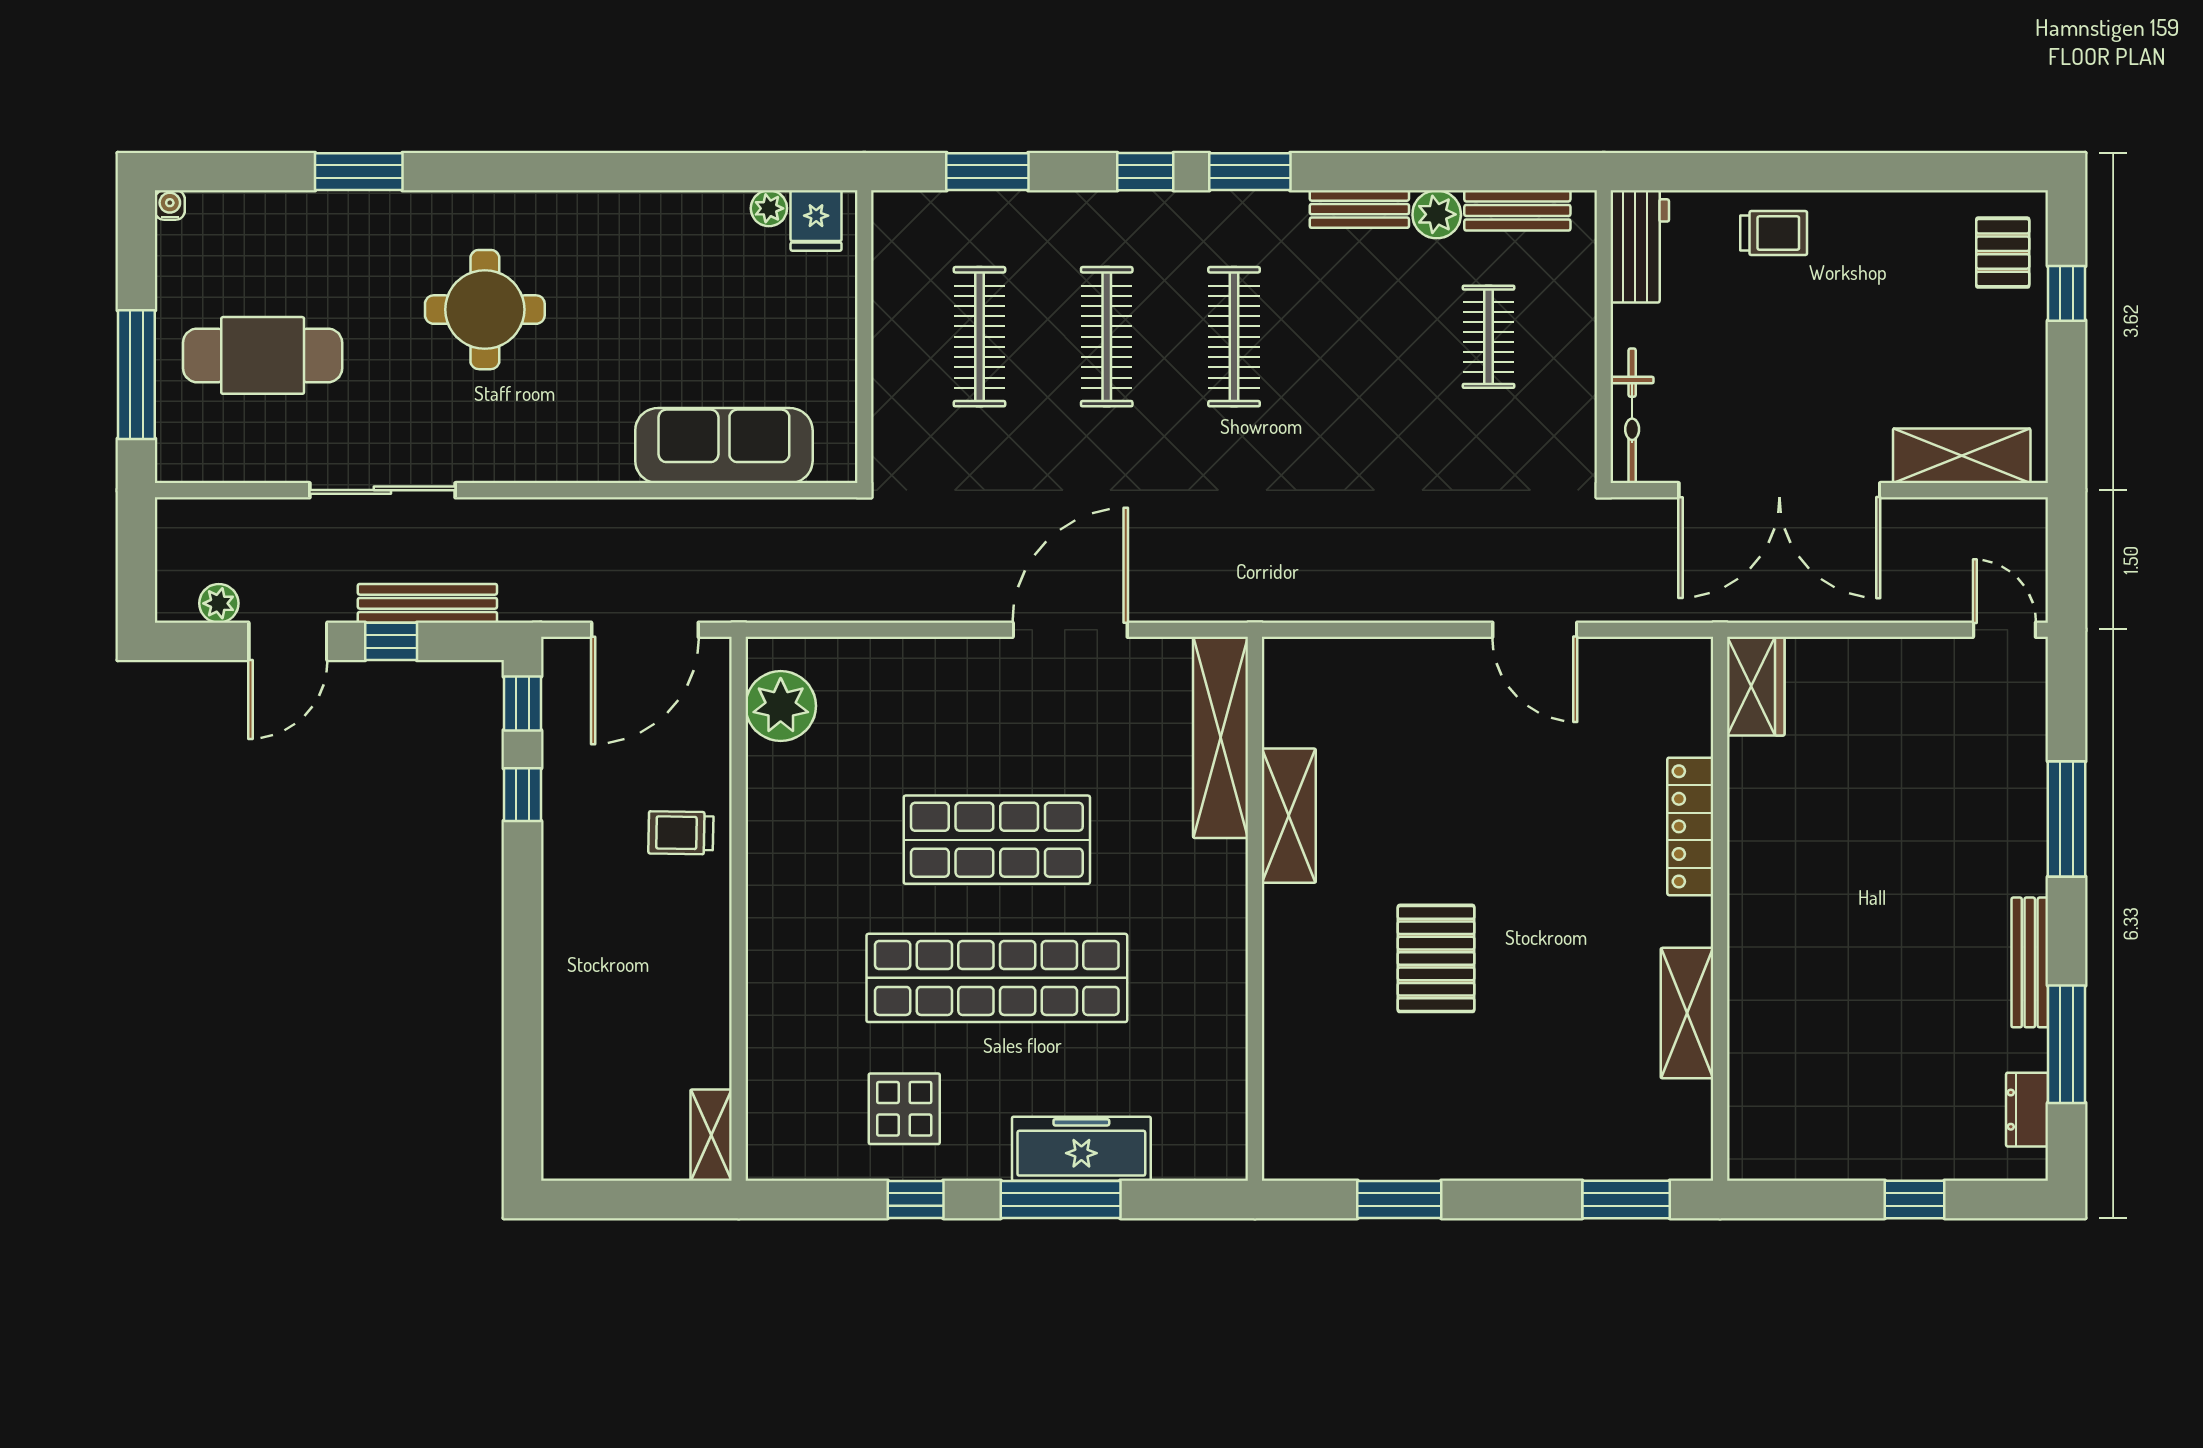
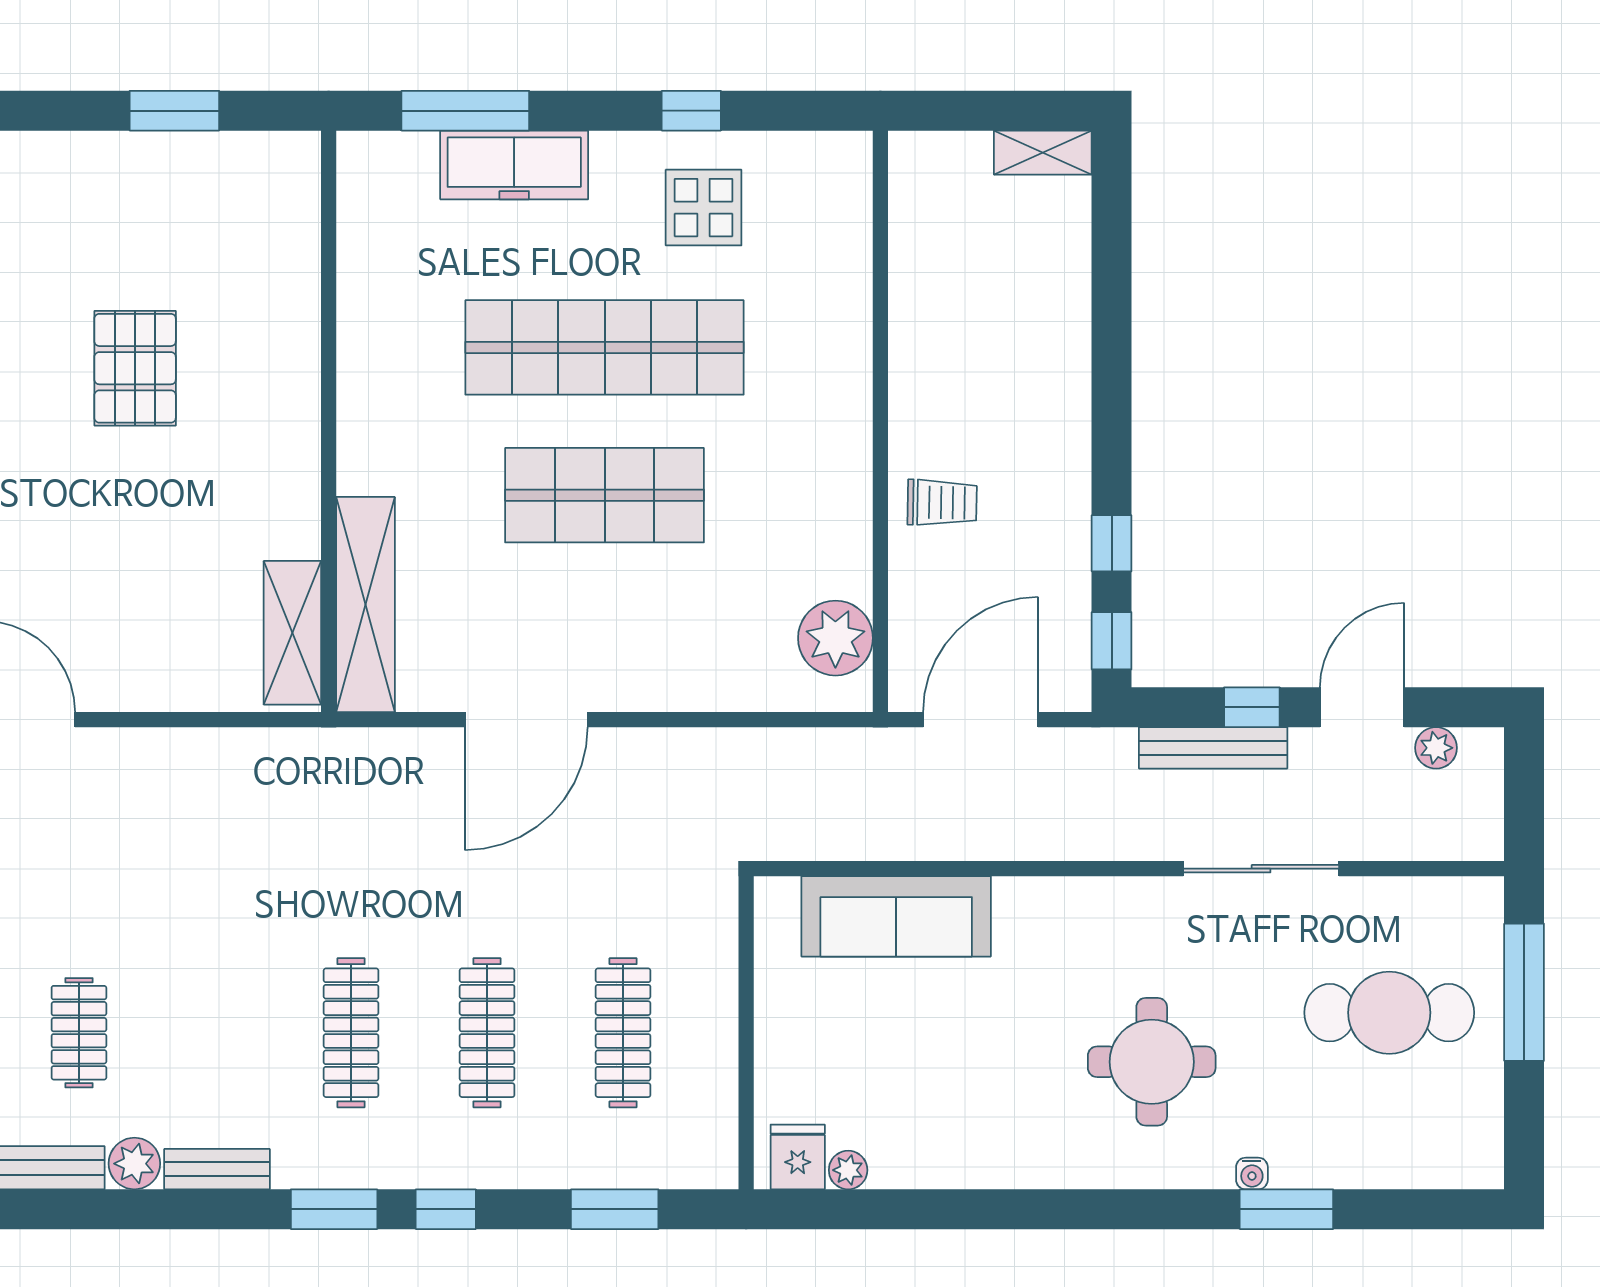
water cooler: (170, 205) -> (1252, 1173), moved
shelving: (1289, 816) -> (292, 633), moved
shelving: (711, 1135) -> (1043, 153), moved, turned 90
window: (1061, 1199) -> (465, 111), moved

